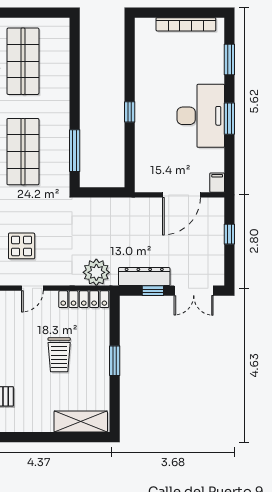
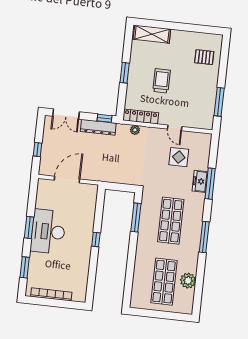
filing cabinet: (217, 183) -> (42, 185), removed
plant: (96, 272) -> (135, 130), width x0.53, depth x0.53
door: (32, 288) -> (175, 128), swing flipped
window: (153, 291) -> (105, 118), moved
double door: (194, 291) -> (66, 114), swing flipped

